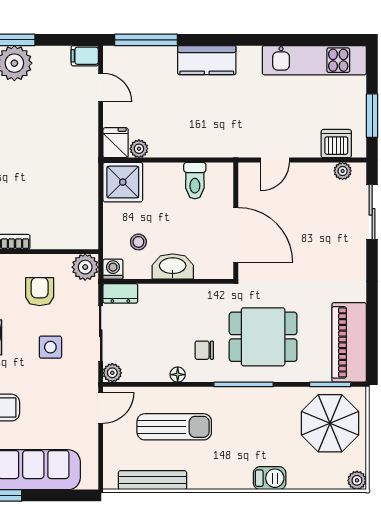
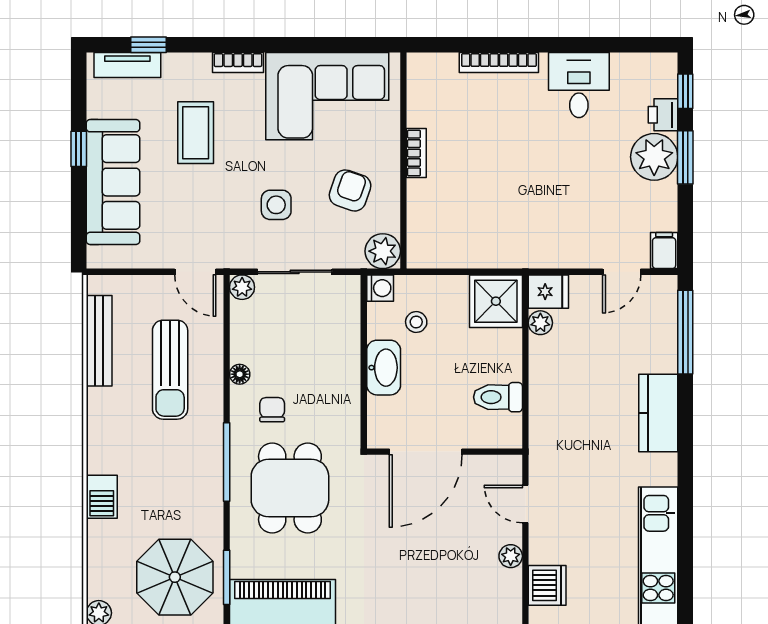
plant: (343, 171) -> (511, 556), moved
armchair: (40, 292) -> (350, 190), turned -71
dresser: (120, 293) -> (348, 298), removed

